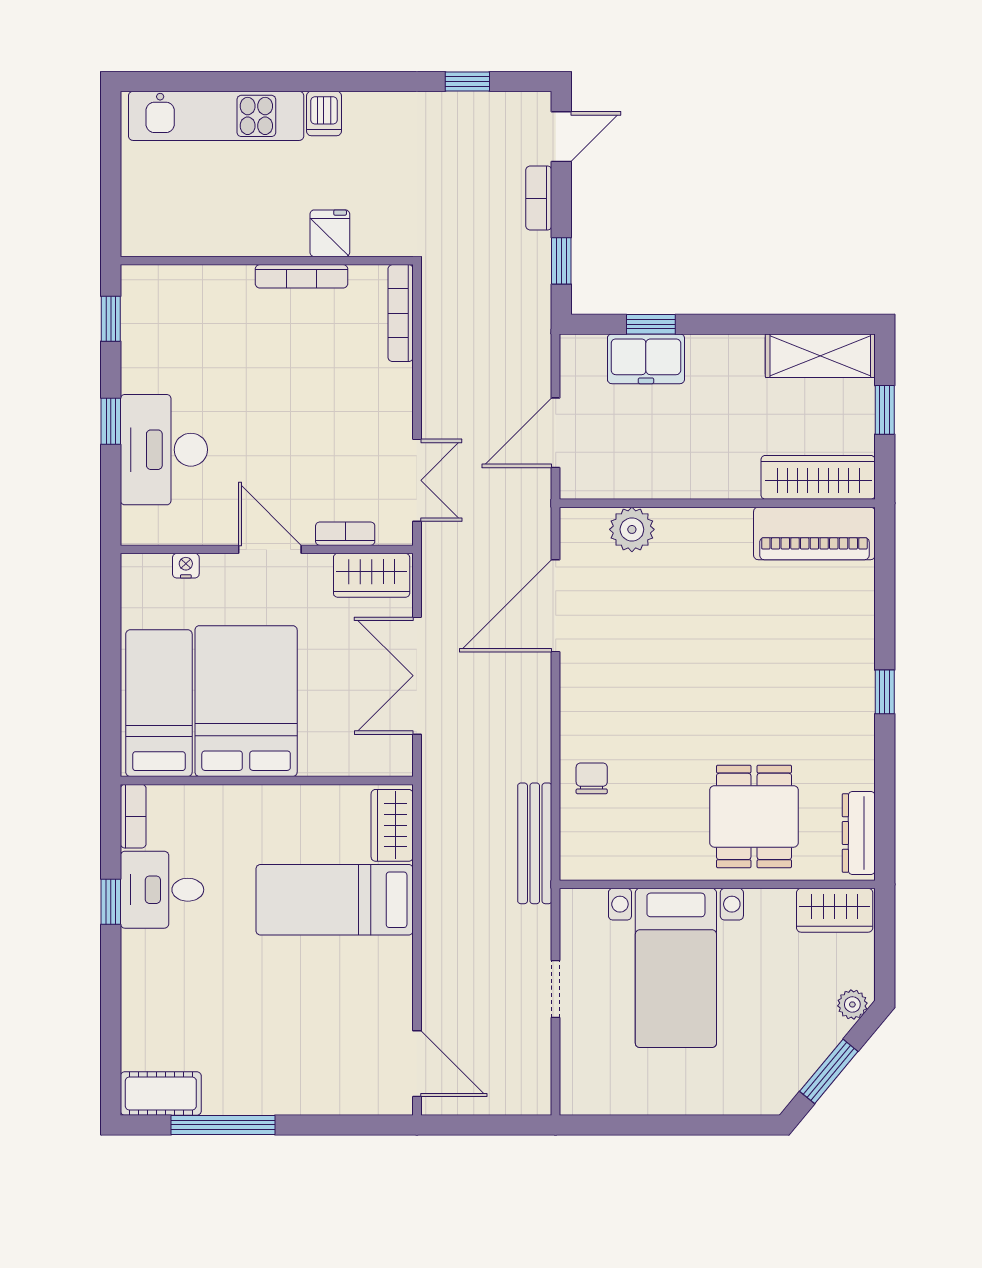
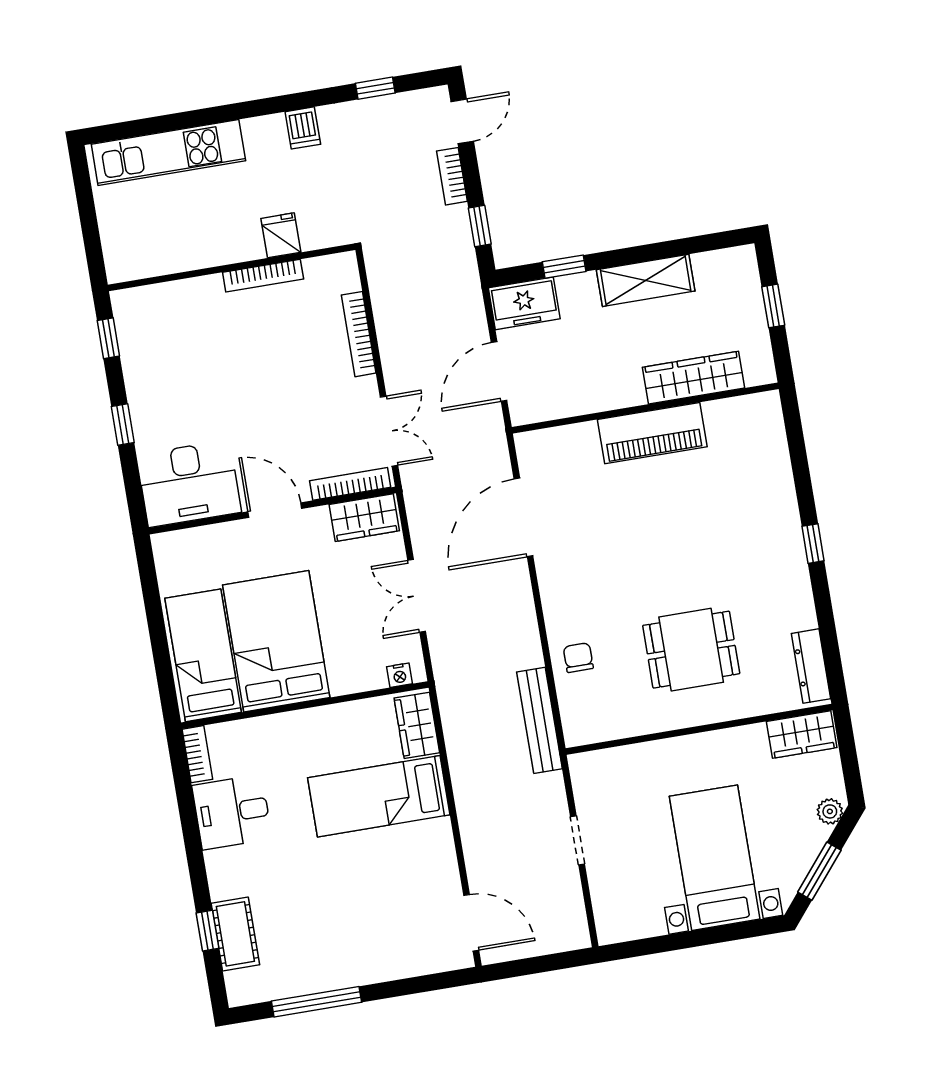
dishwasher: (324, 114) -> (303, 128), moved
bookcase: (401, 313) -> (359, 334), moved
shelving: (820, 356) -> (646, 280), moved
freezer: (646, 359) -> (524, 303), moved
desk: (164, 450) -> (189, 484), moved, turned -90
wardrobe: (818, 477) -> (694, 378), moved
plant: (632, 529) -> (577, 442), removed
piano: (814, 533) -> (652, 433), moved
bookcase: (345, 534) -> (350, 484), width x1.56
nightstand: (186, 566) -> (400, 675), moved, turned 180
double door: (417, 676) -> (417, 596), width x0.73
dining table: (754, 816) -> (691, 650), moved, turned 90
window: (111, 902) -> (208, 931), moved
bed with nightstands: (676, 968) -> (715, 858), moved, turned 180
cot: (161, 1093) -> (235, 934), moved, turned 90

